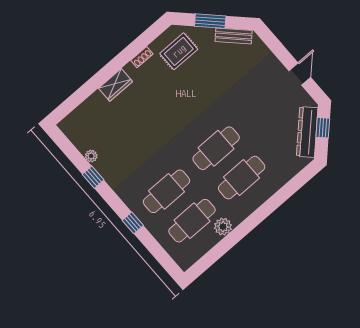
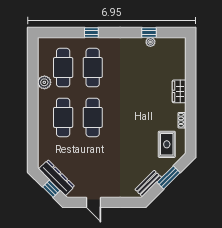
window: (93, 177) -> (149, 32), moved

